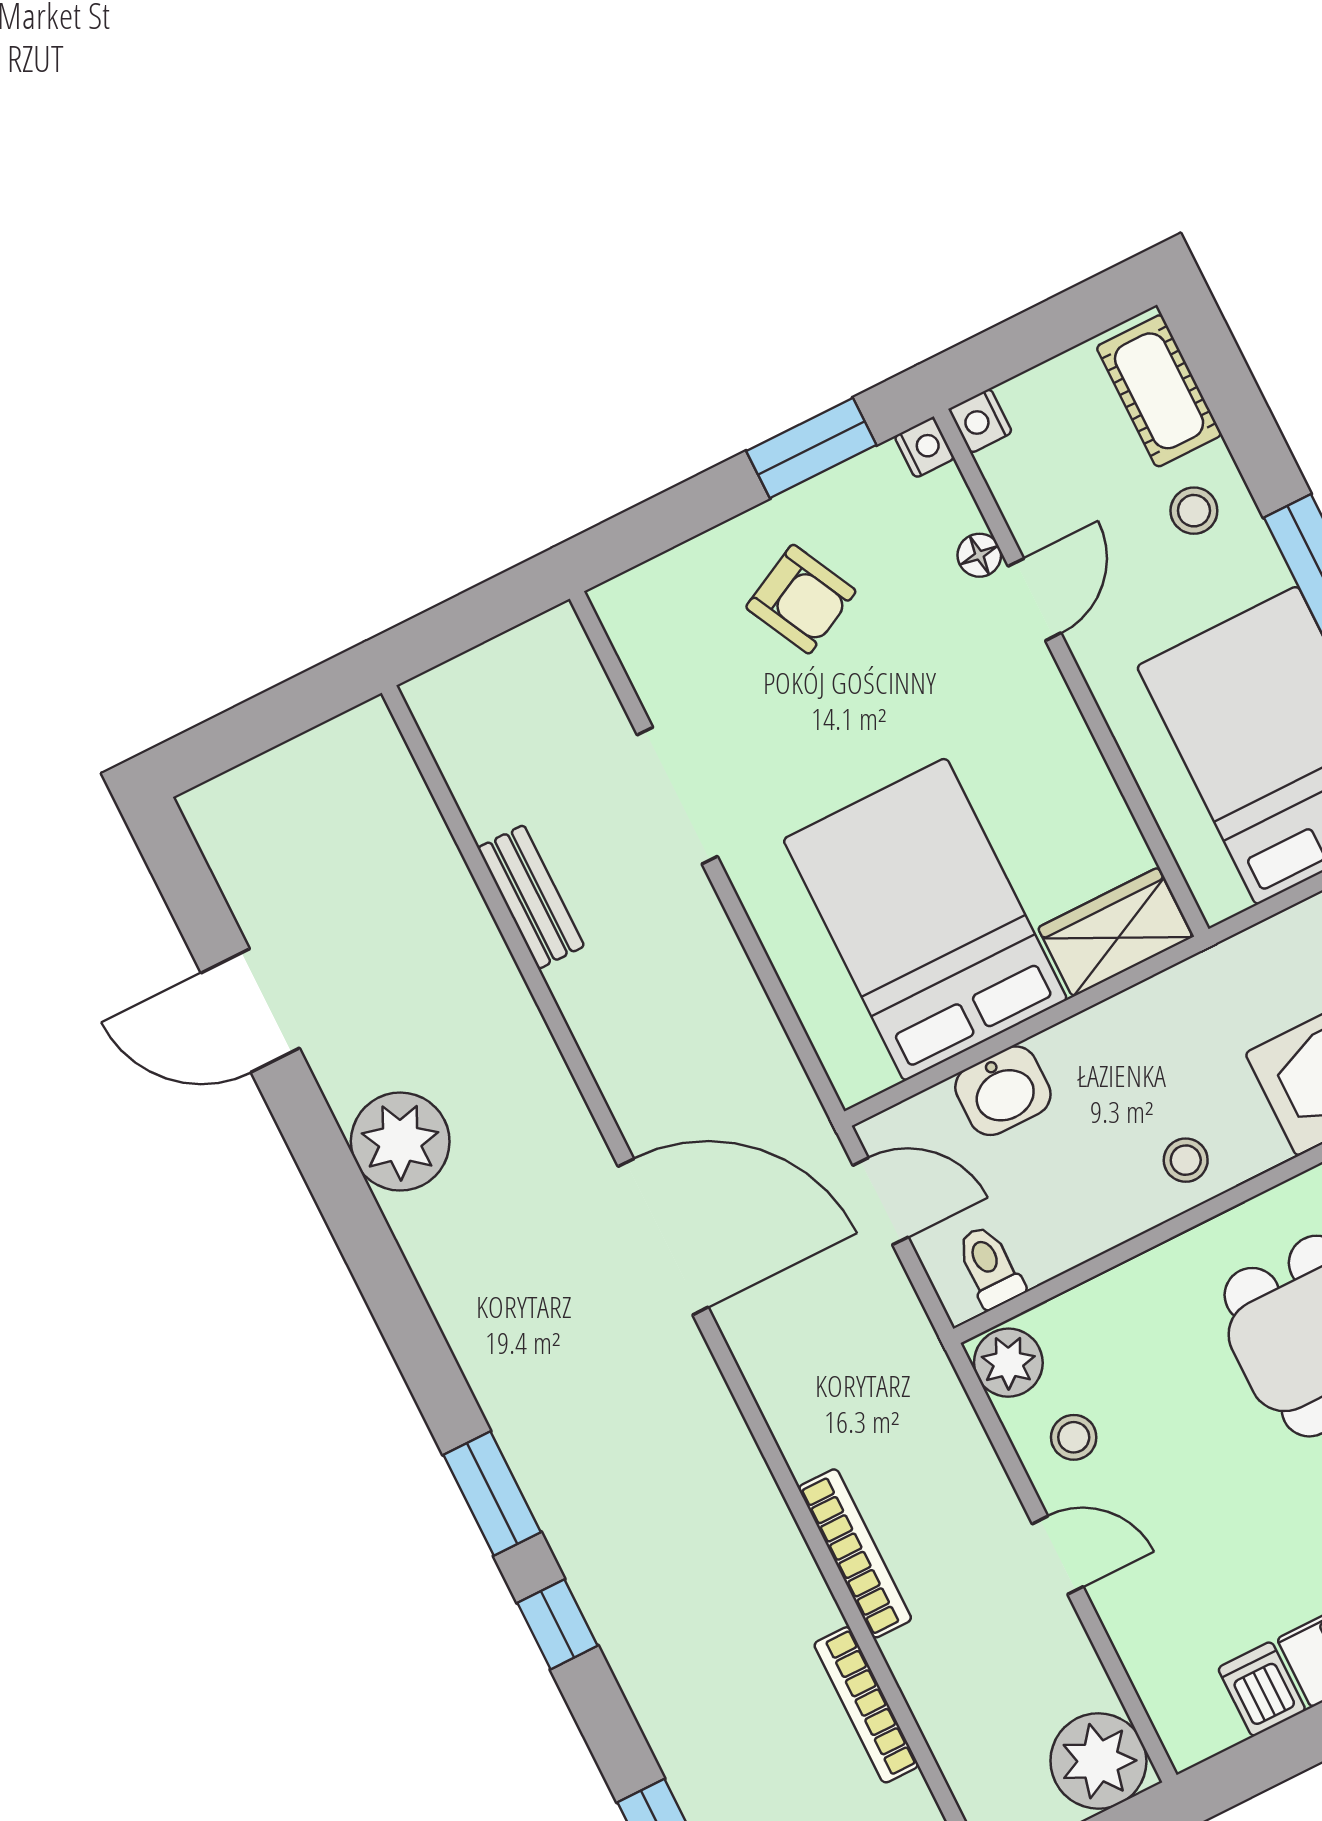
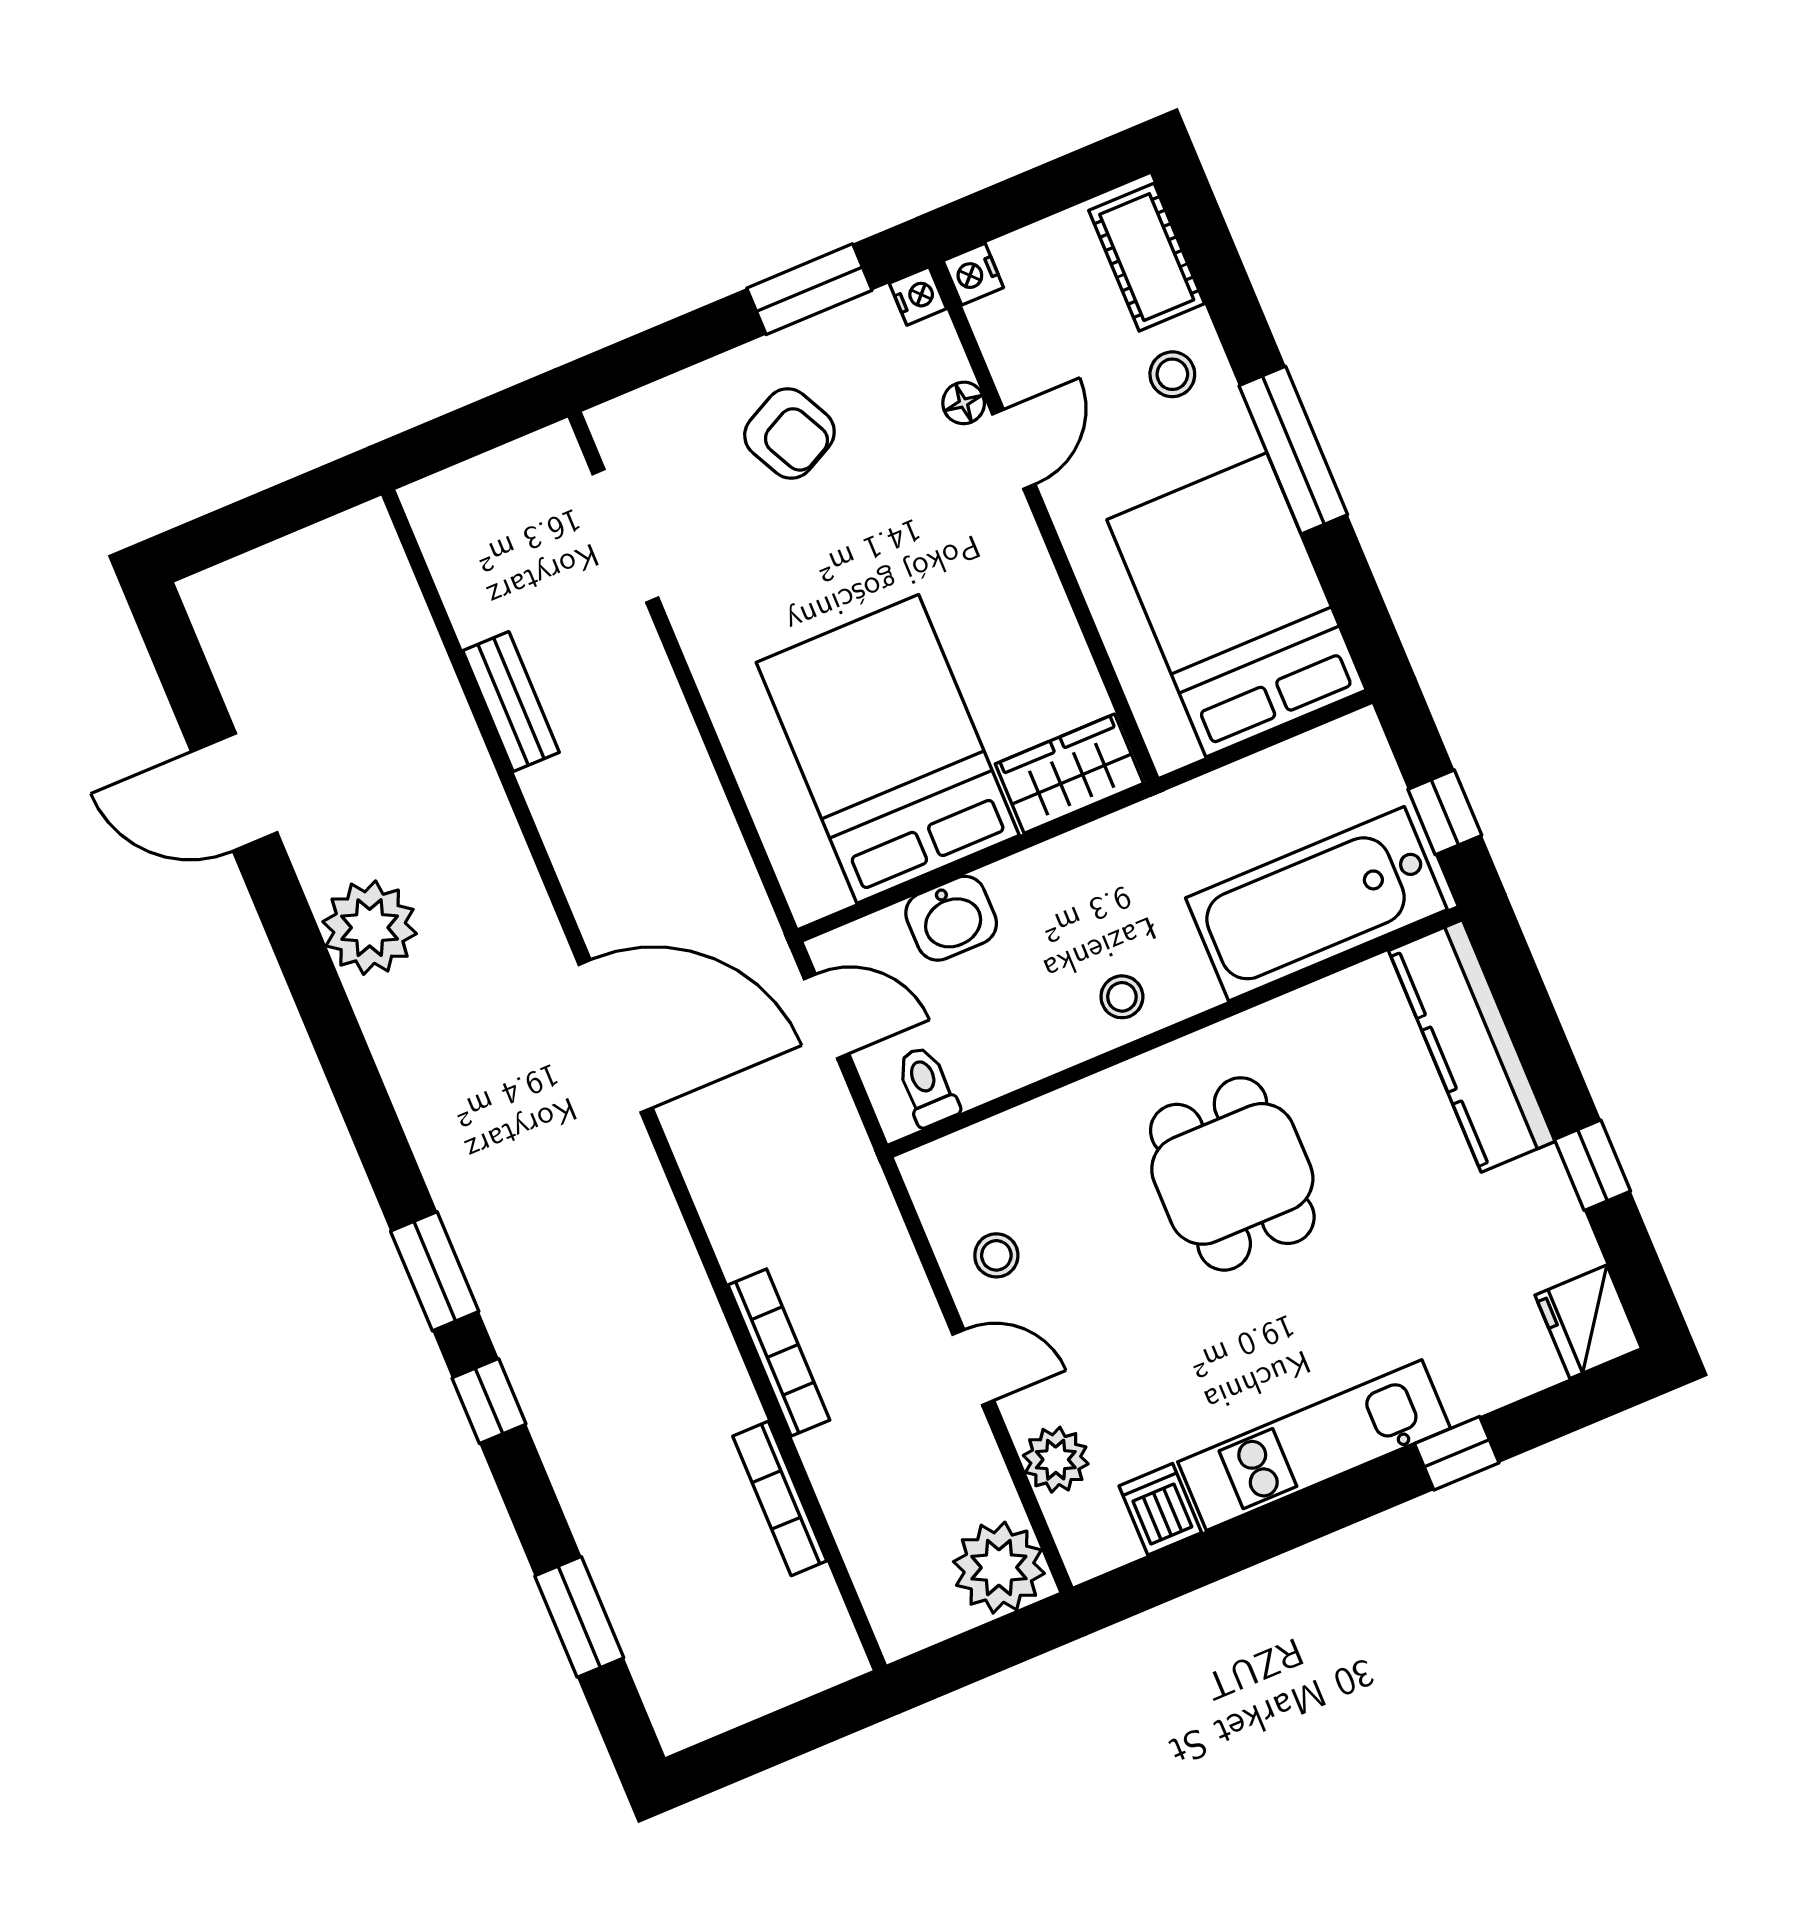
doorway: (677, 796) -> (625, 536), moved
plant: (1008, 1363) -> (1056, 1460), moved

